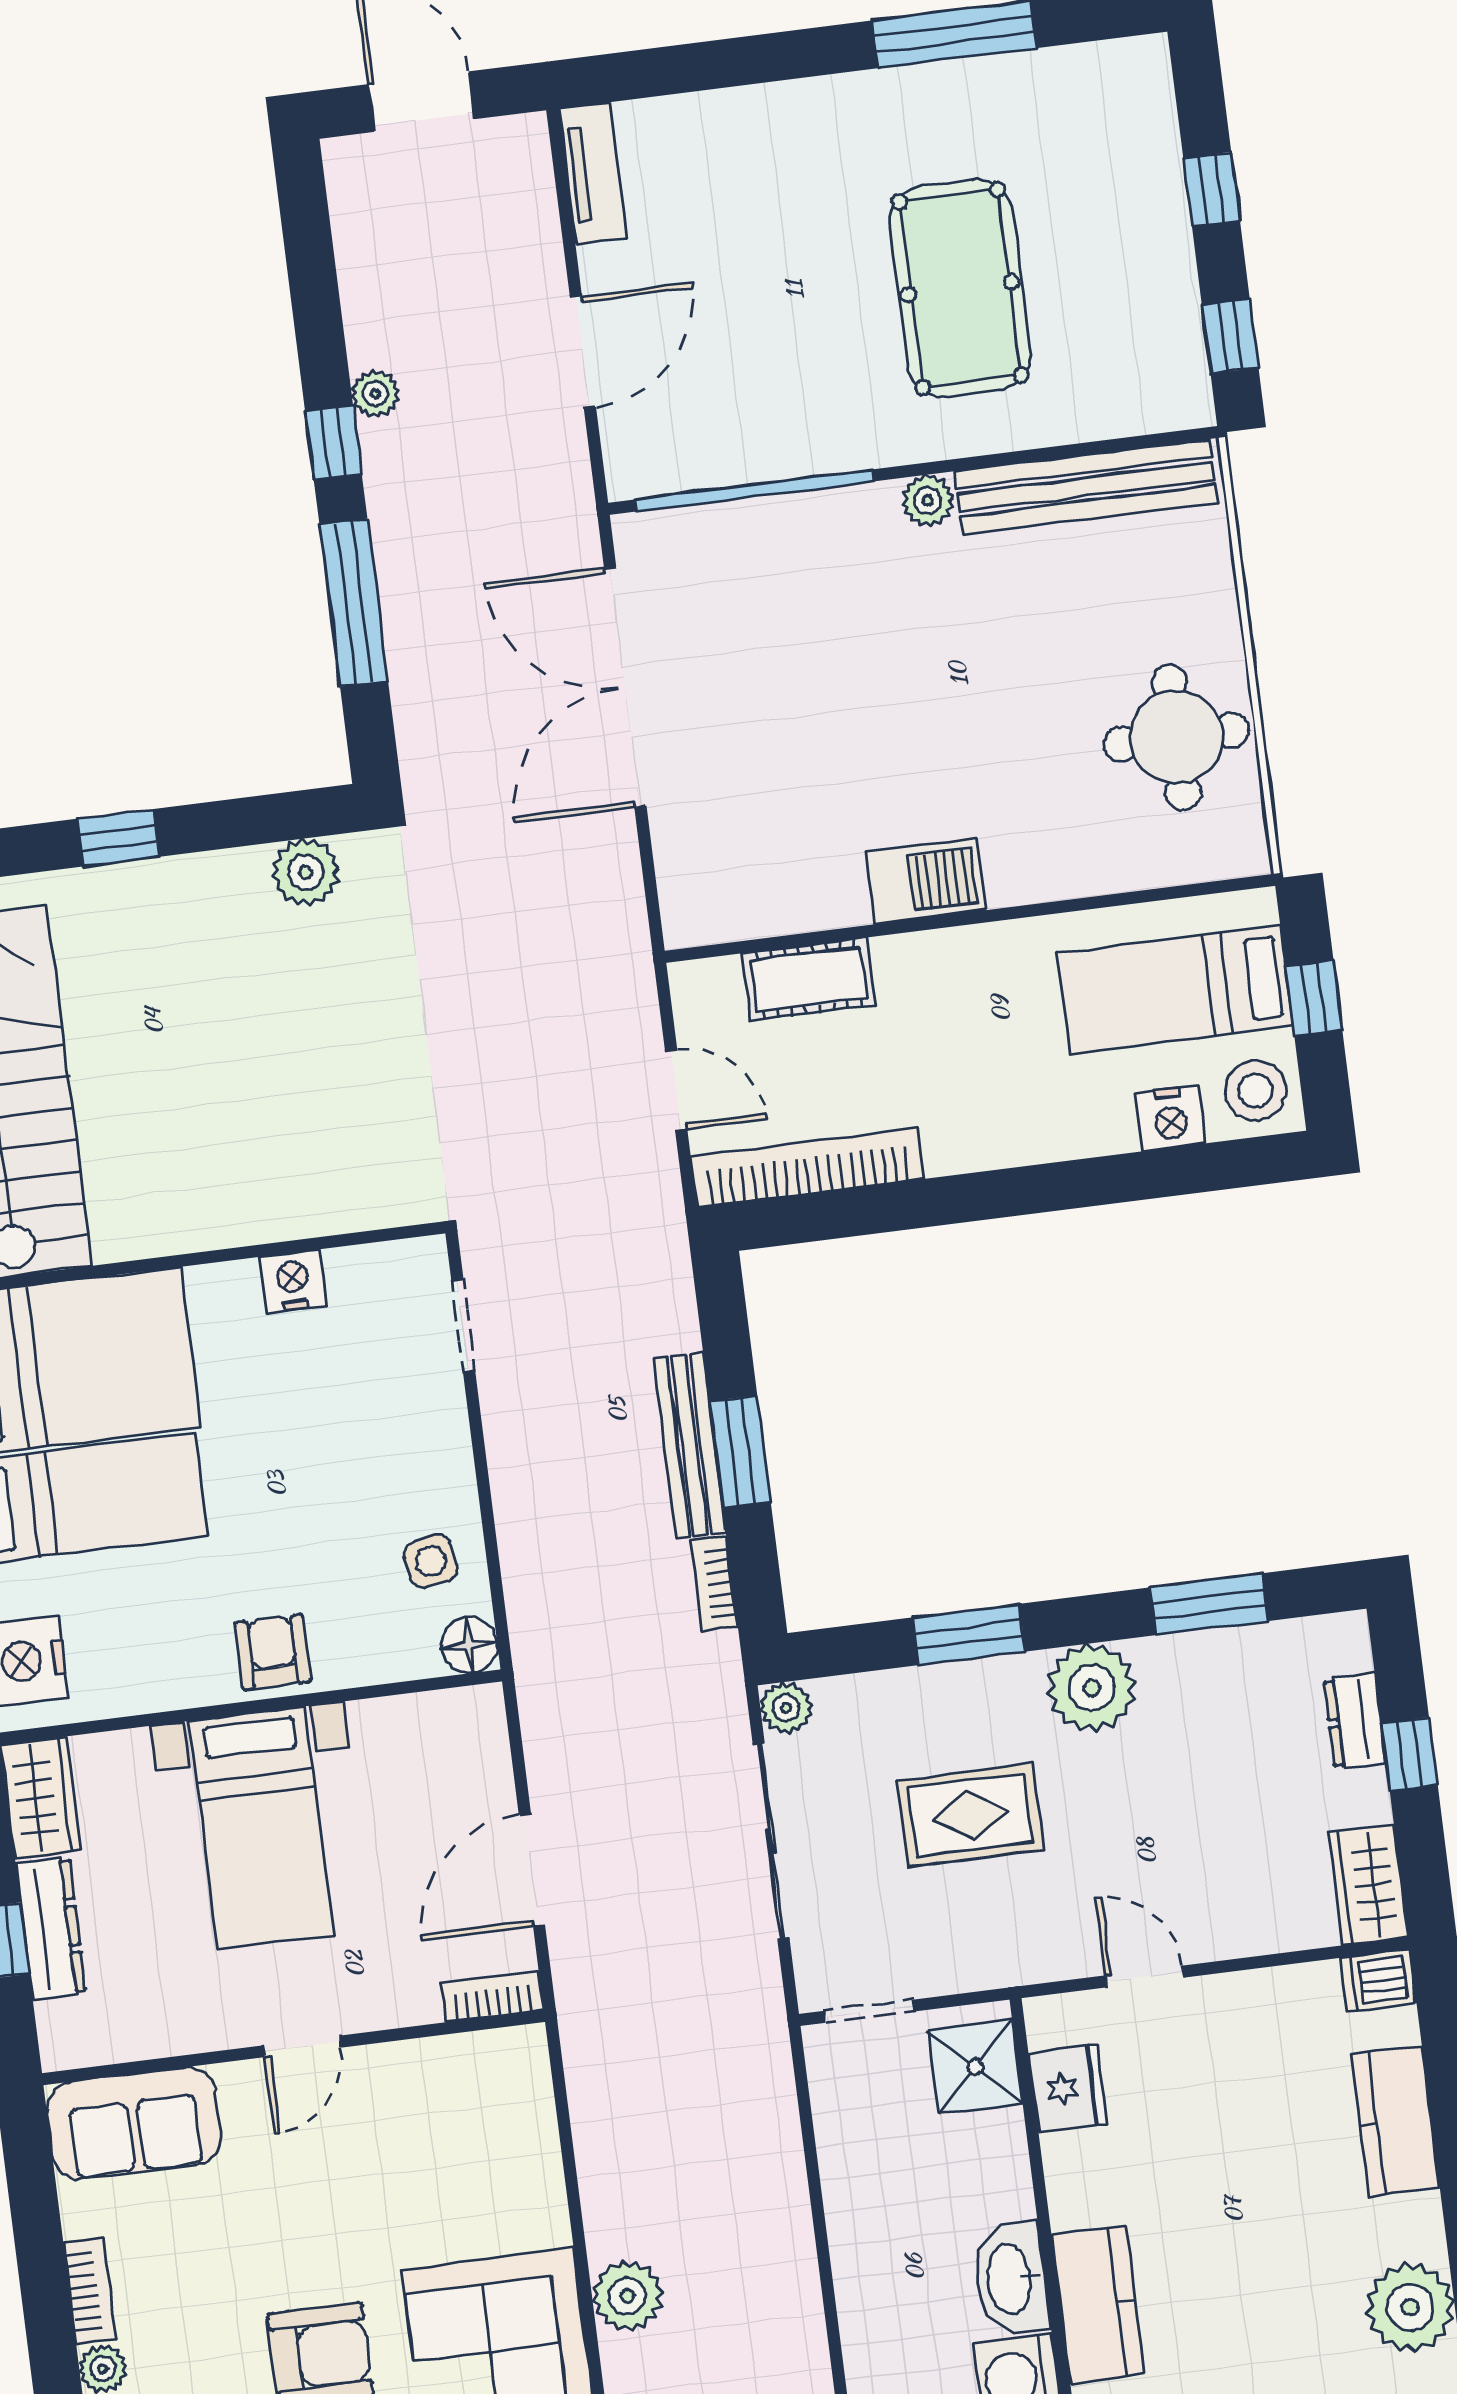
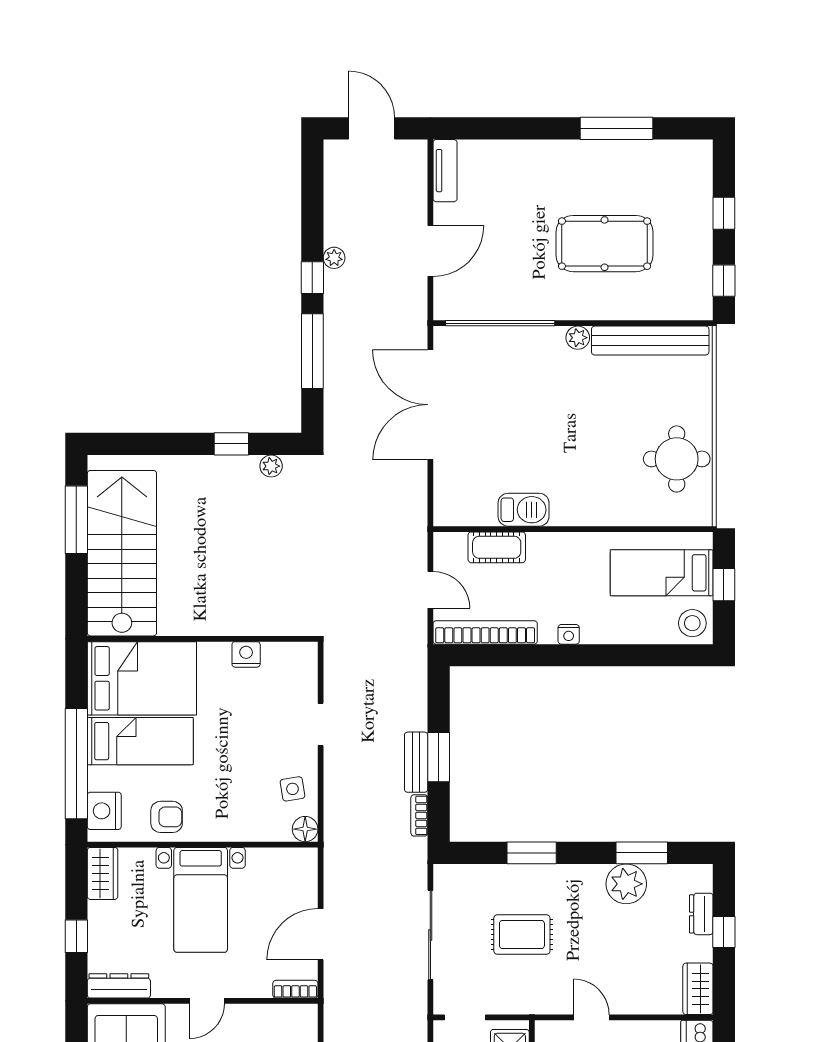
pool table: (960, 288) -> (605, 244), turned 90
window: (118, 838) -> (231, 444), moved
plant: (306, 872) -> (271, 466), width x0.73, depth x0.73
barbecue: (926, 881) -> (524, 510), moved
nightstand: (1171, 1118) -> (569, 634), moved, width x0.72, depth x0.74
doorway: (463, 1326) -> (321, 724), moved
bench: (689, 1445) -> (416, 762), width x0.73
armchair: (273, 1652) -> (167, 817), moved, turned 90
plant: (1092, 1688) -> (626, 884), moved
plant: (786, 1708) -> (445, 875), removed
dresser: (51, 1928) -> (119, 986), moved, turned -90

